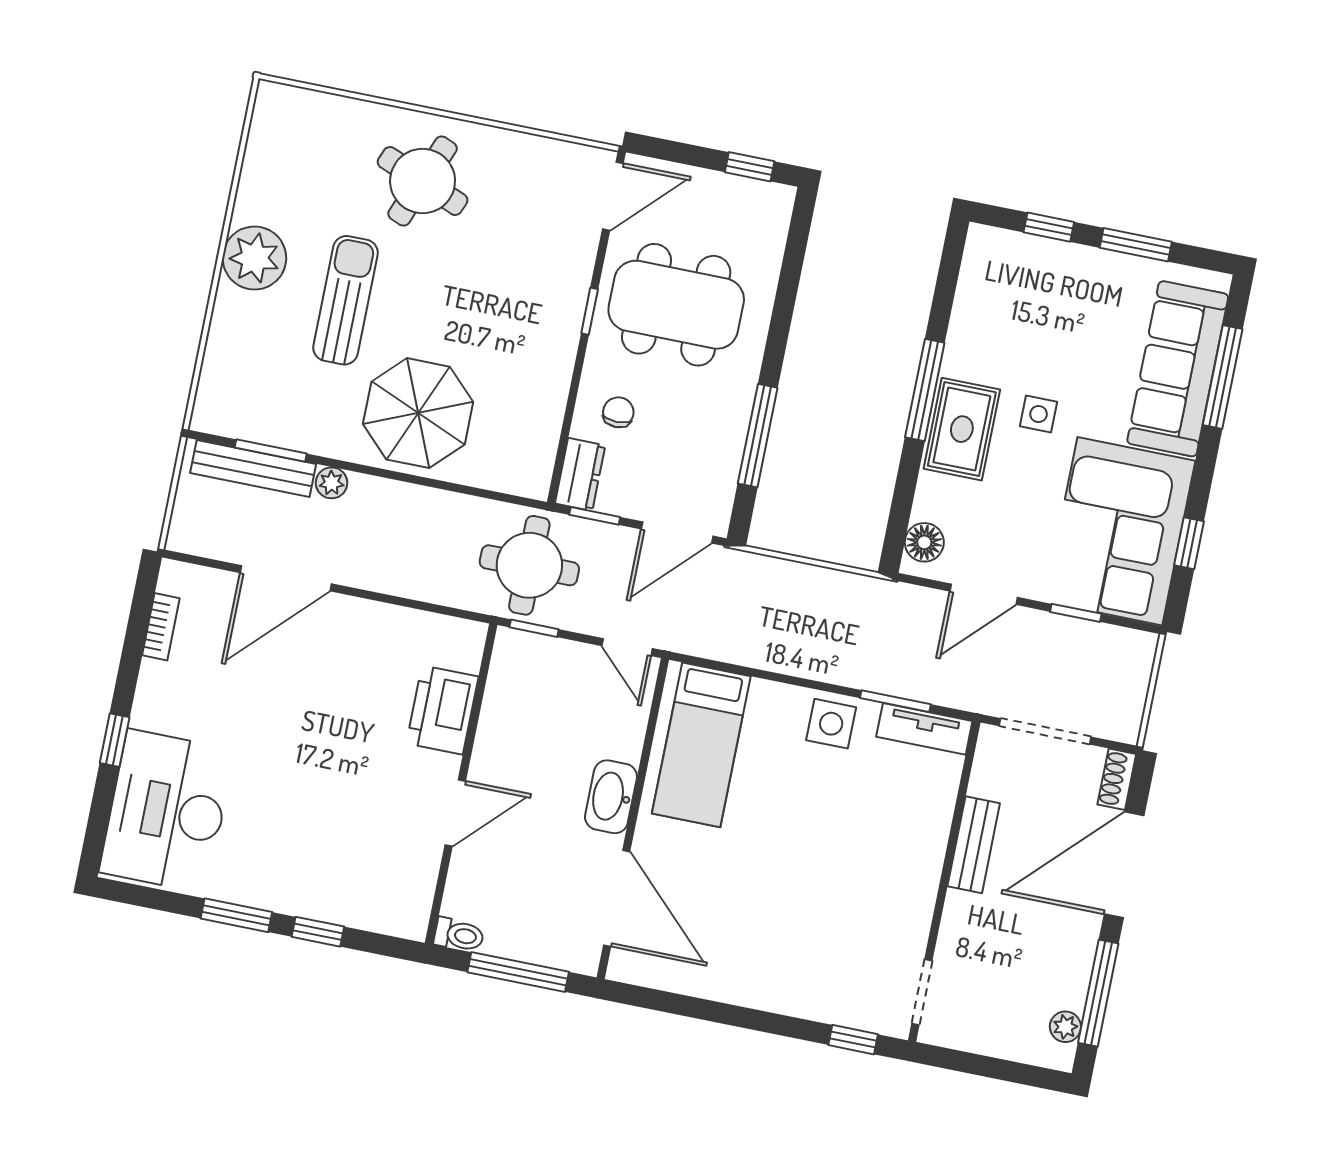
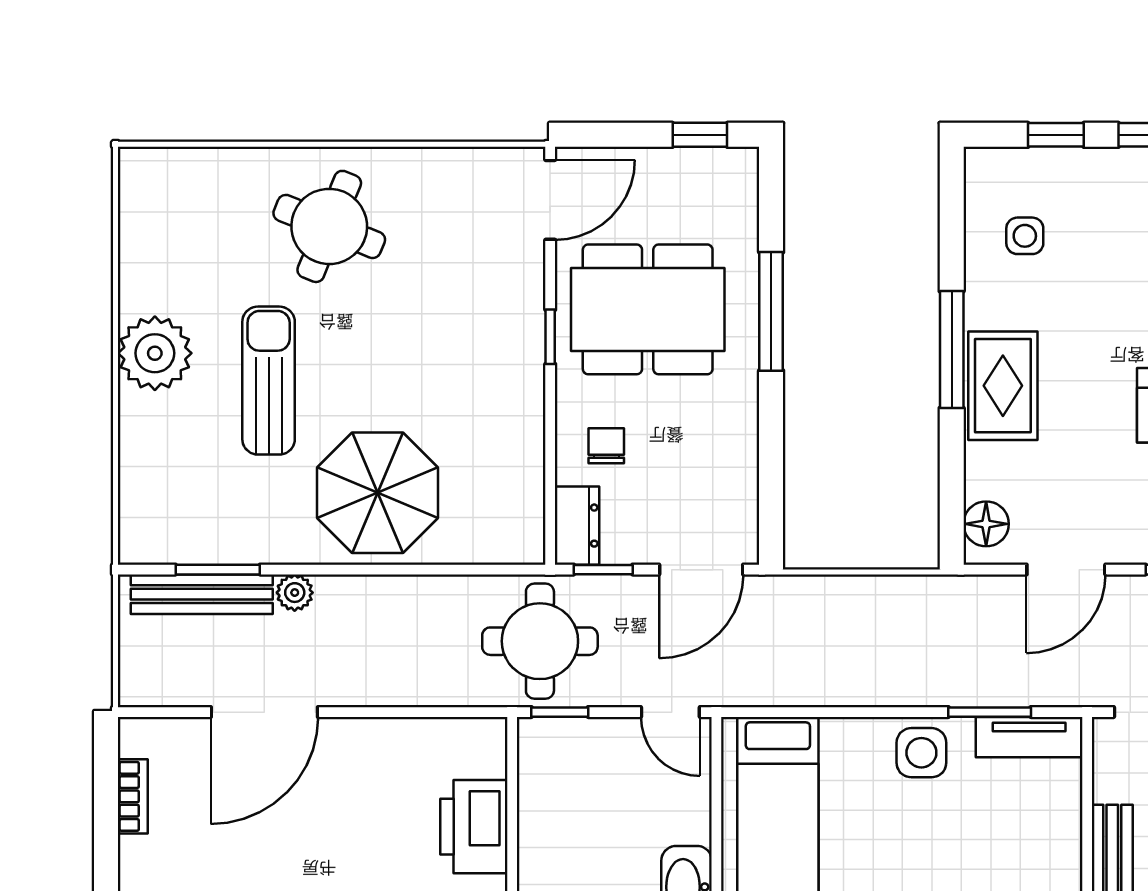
side table: (1039, 414) -> (1025, 236), moved
window: (758, 436) -> (771, 311), moved

